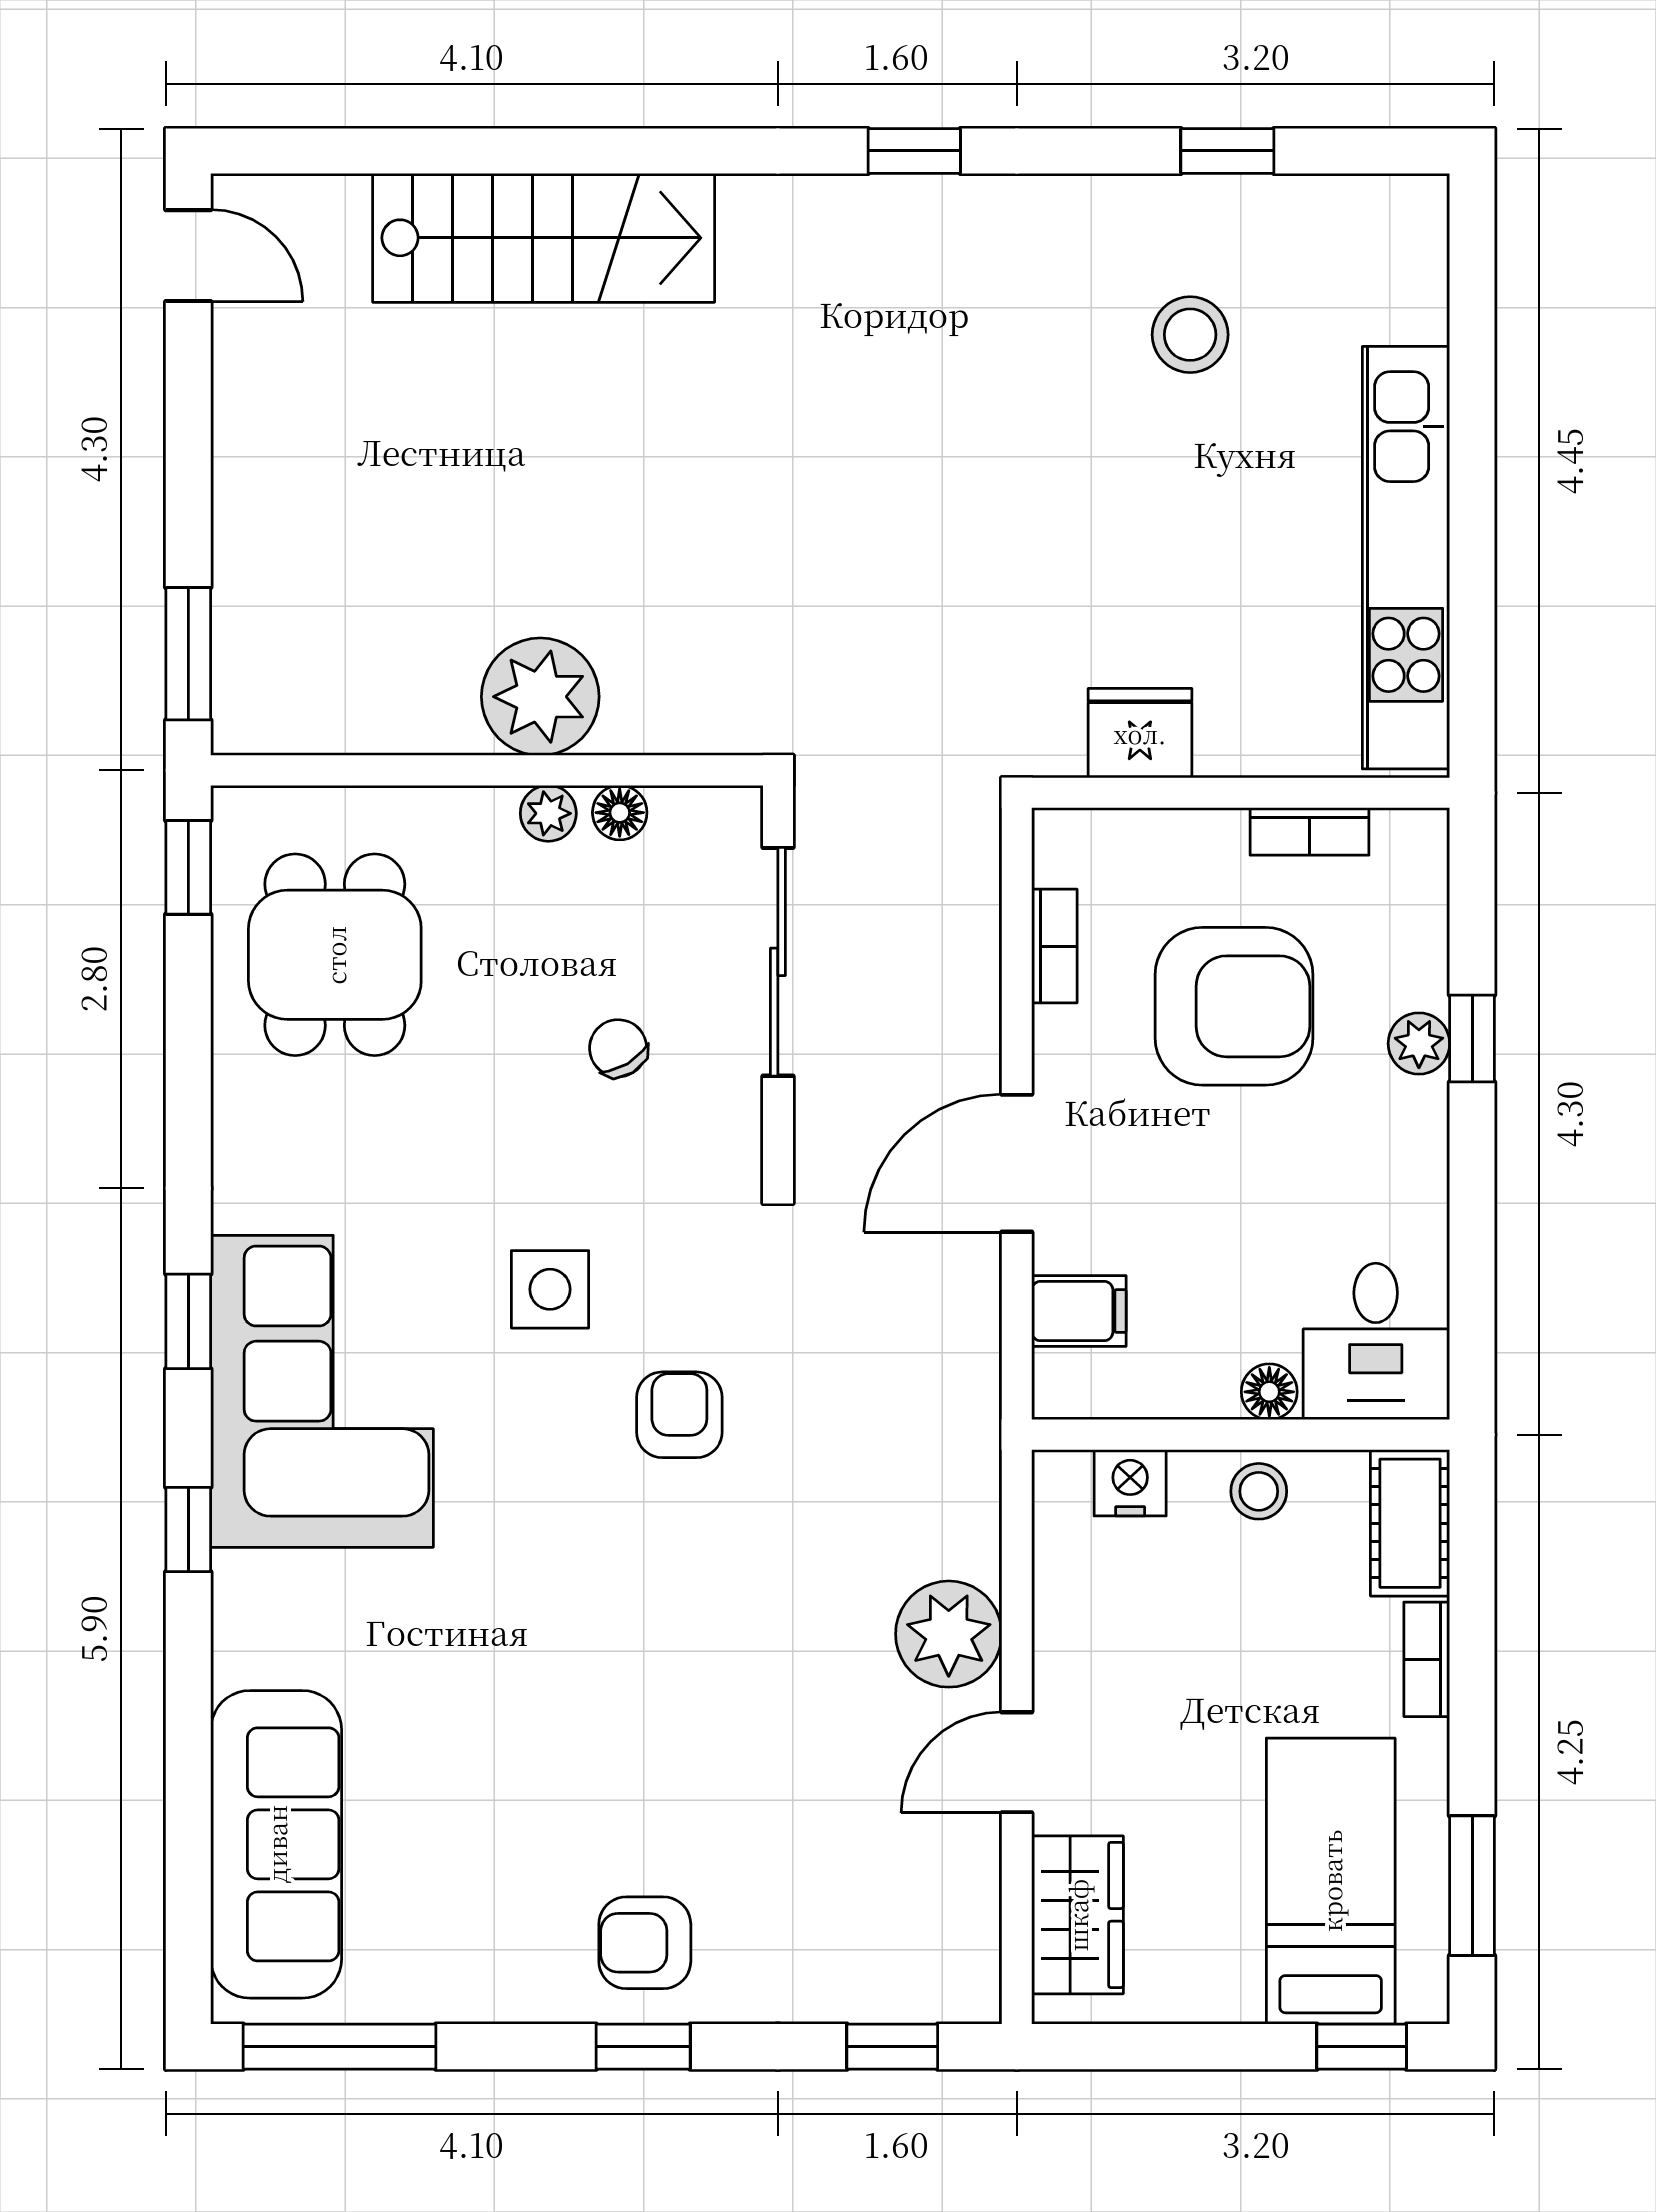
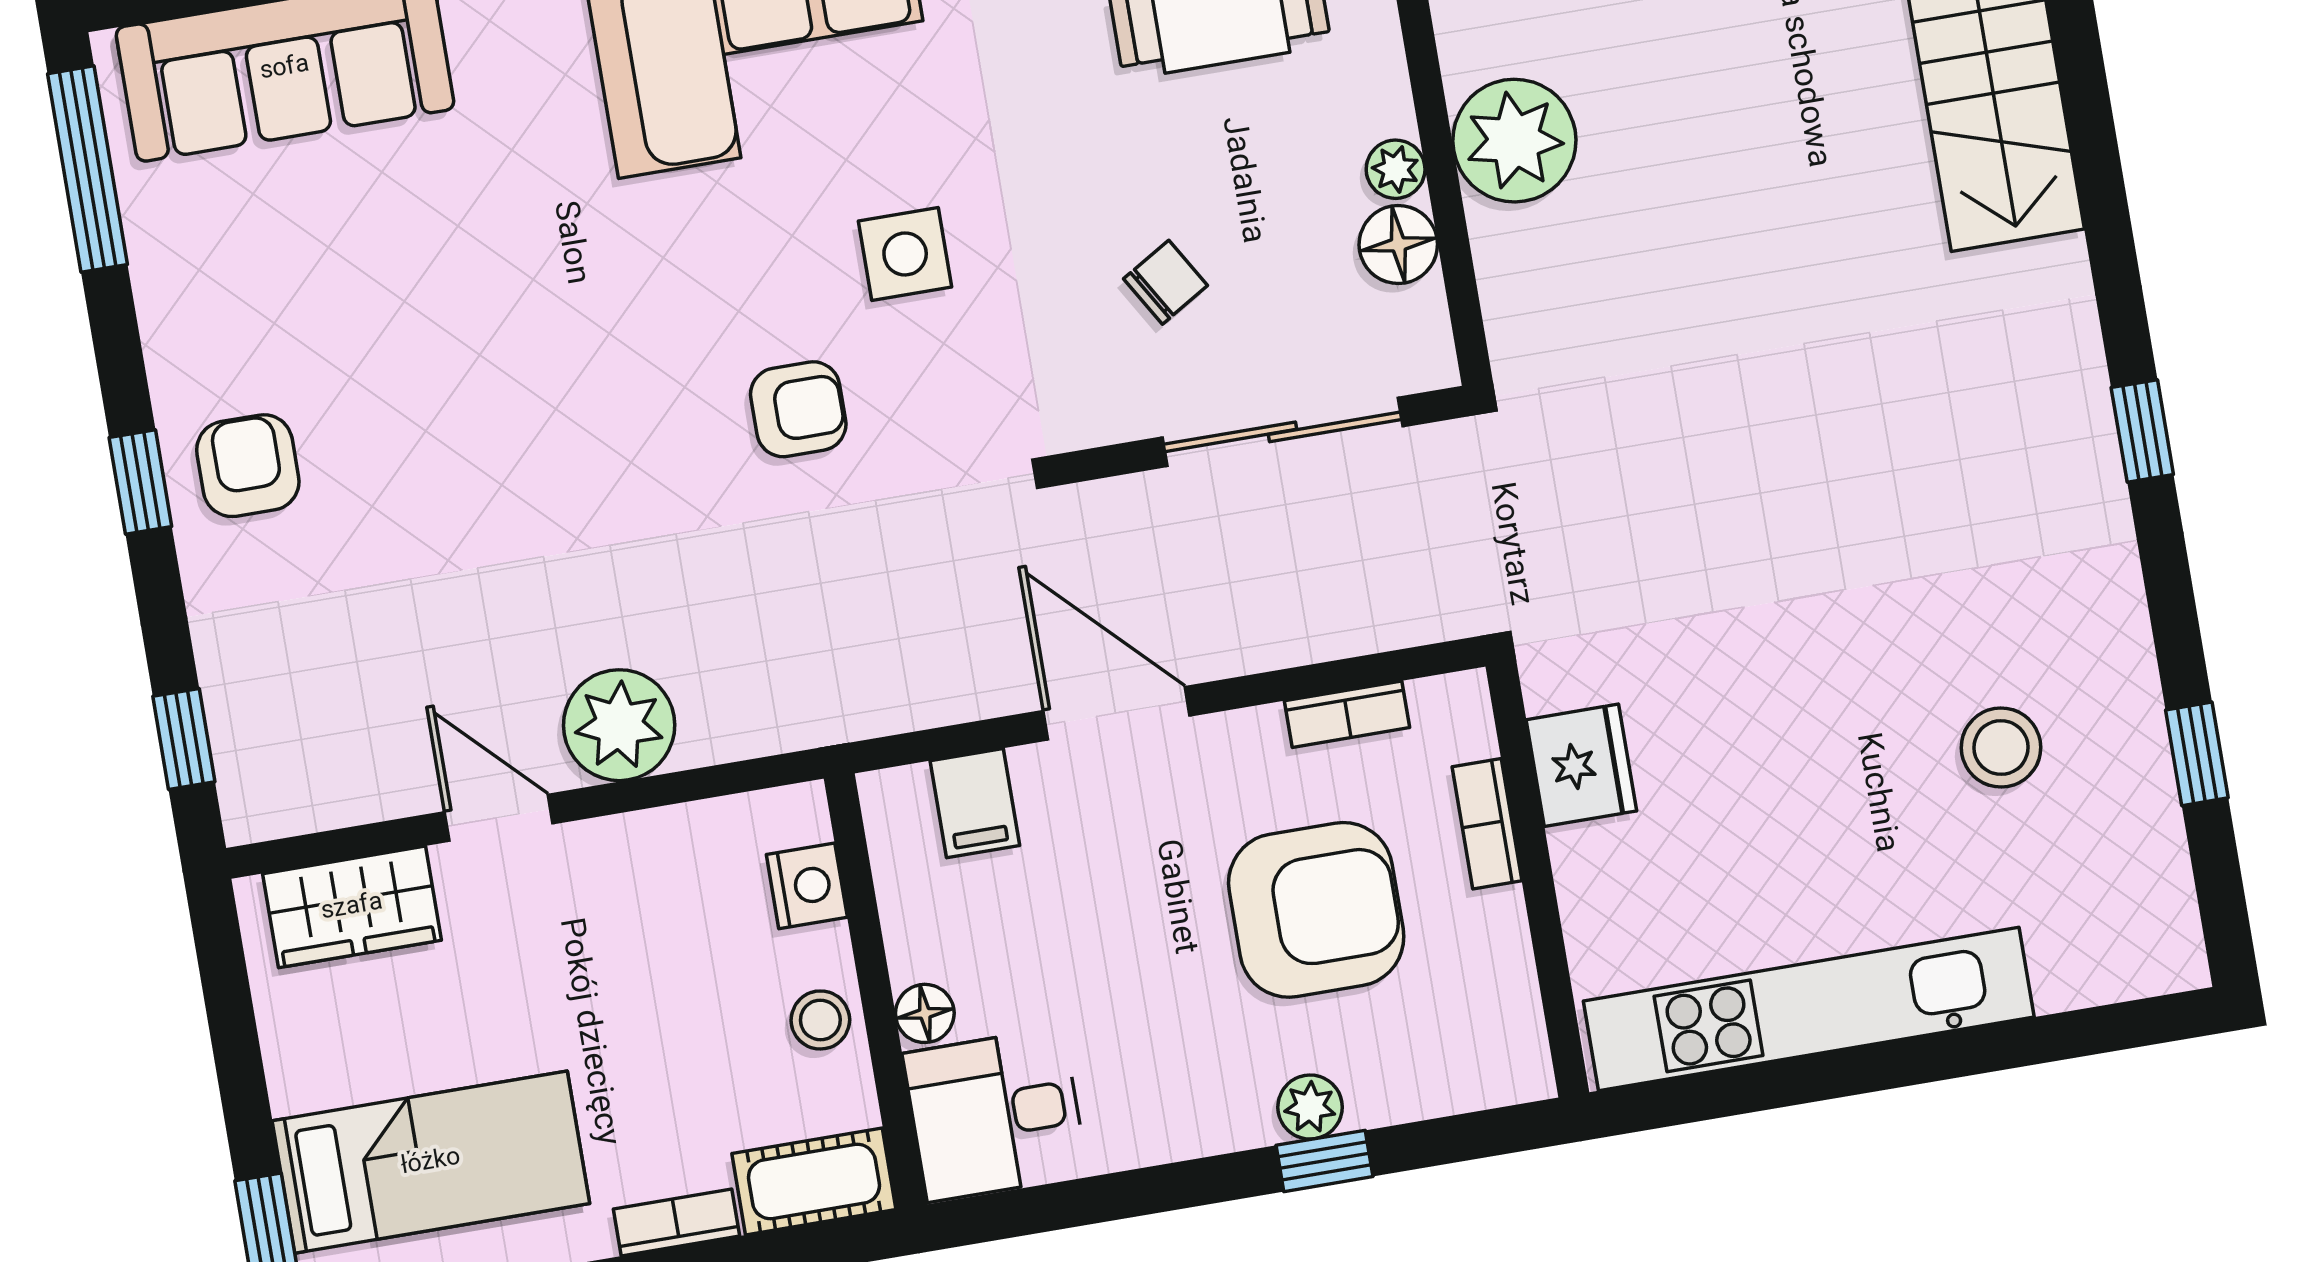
floor lamp: (620, 813) -> (1398, 244), width x1.37, depth x1.37
bookcase: (1309, 831) -> (1487, 824), moved
armchair: (1234, 1006) -> (1316, 910), turned -90

